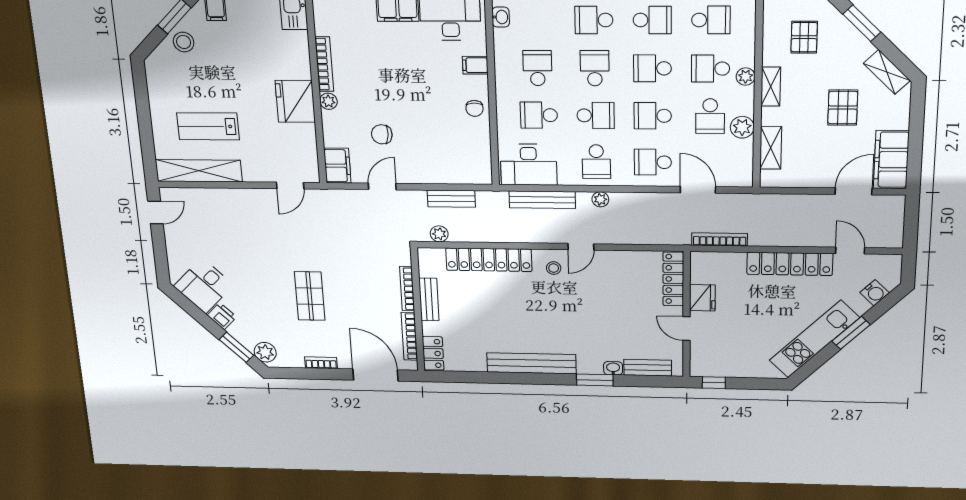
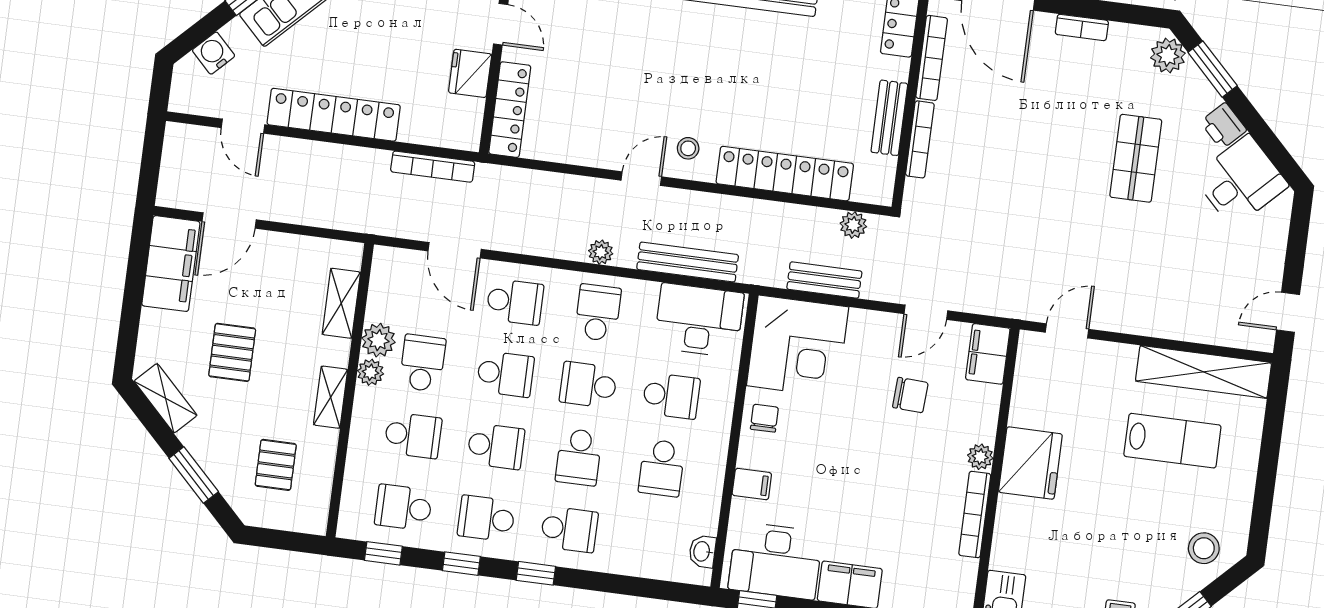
stool: (184, 42) -> (1204, 548), moved
plant: (746, 77) -> (370, 372), moved
corner desk: (461, 156) -> (798, 346), added
shop shelf: (310, 296) -> (1136, 158), moved

